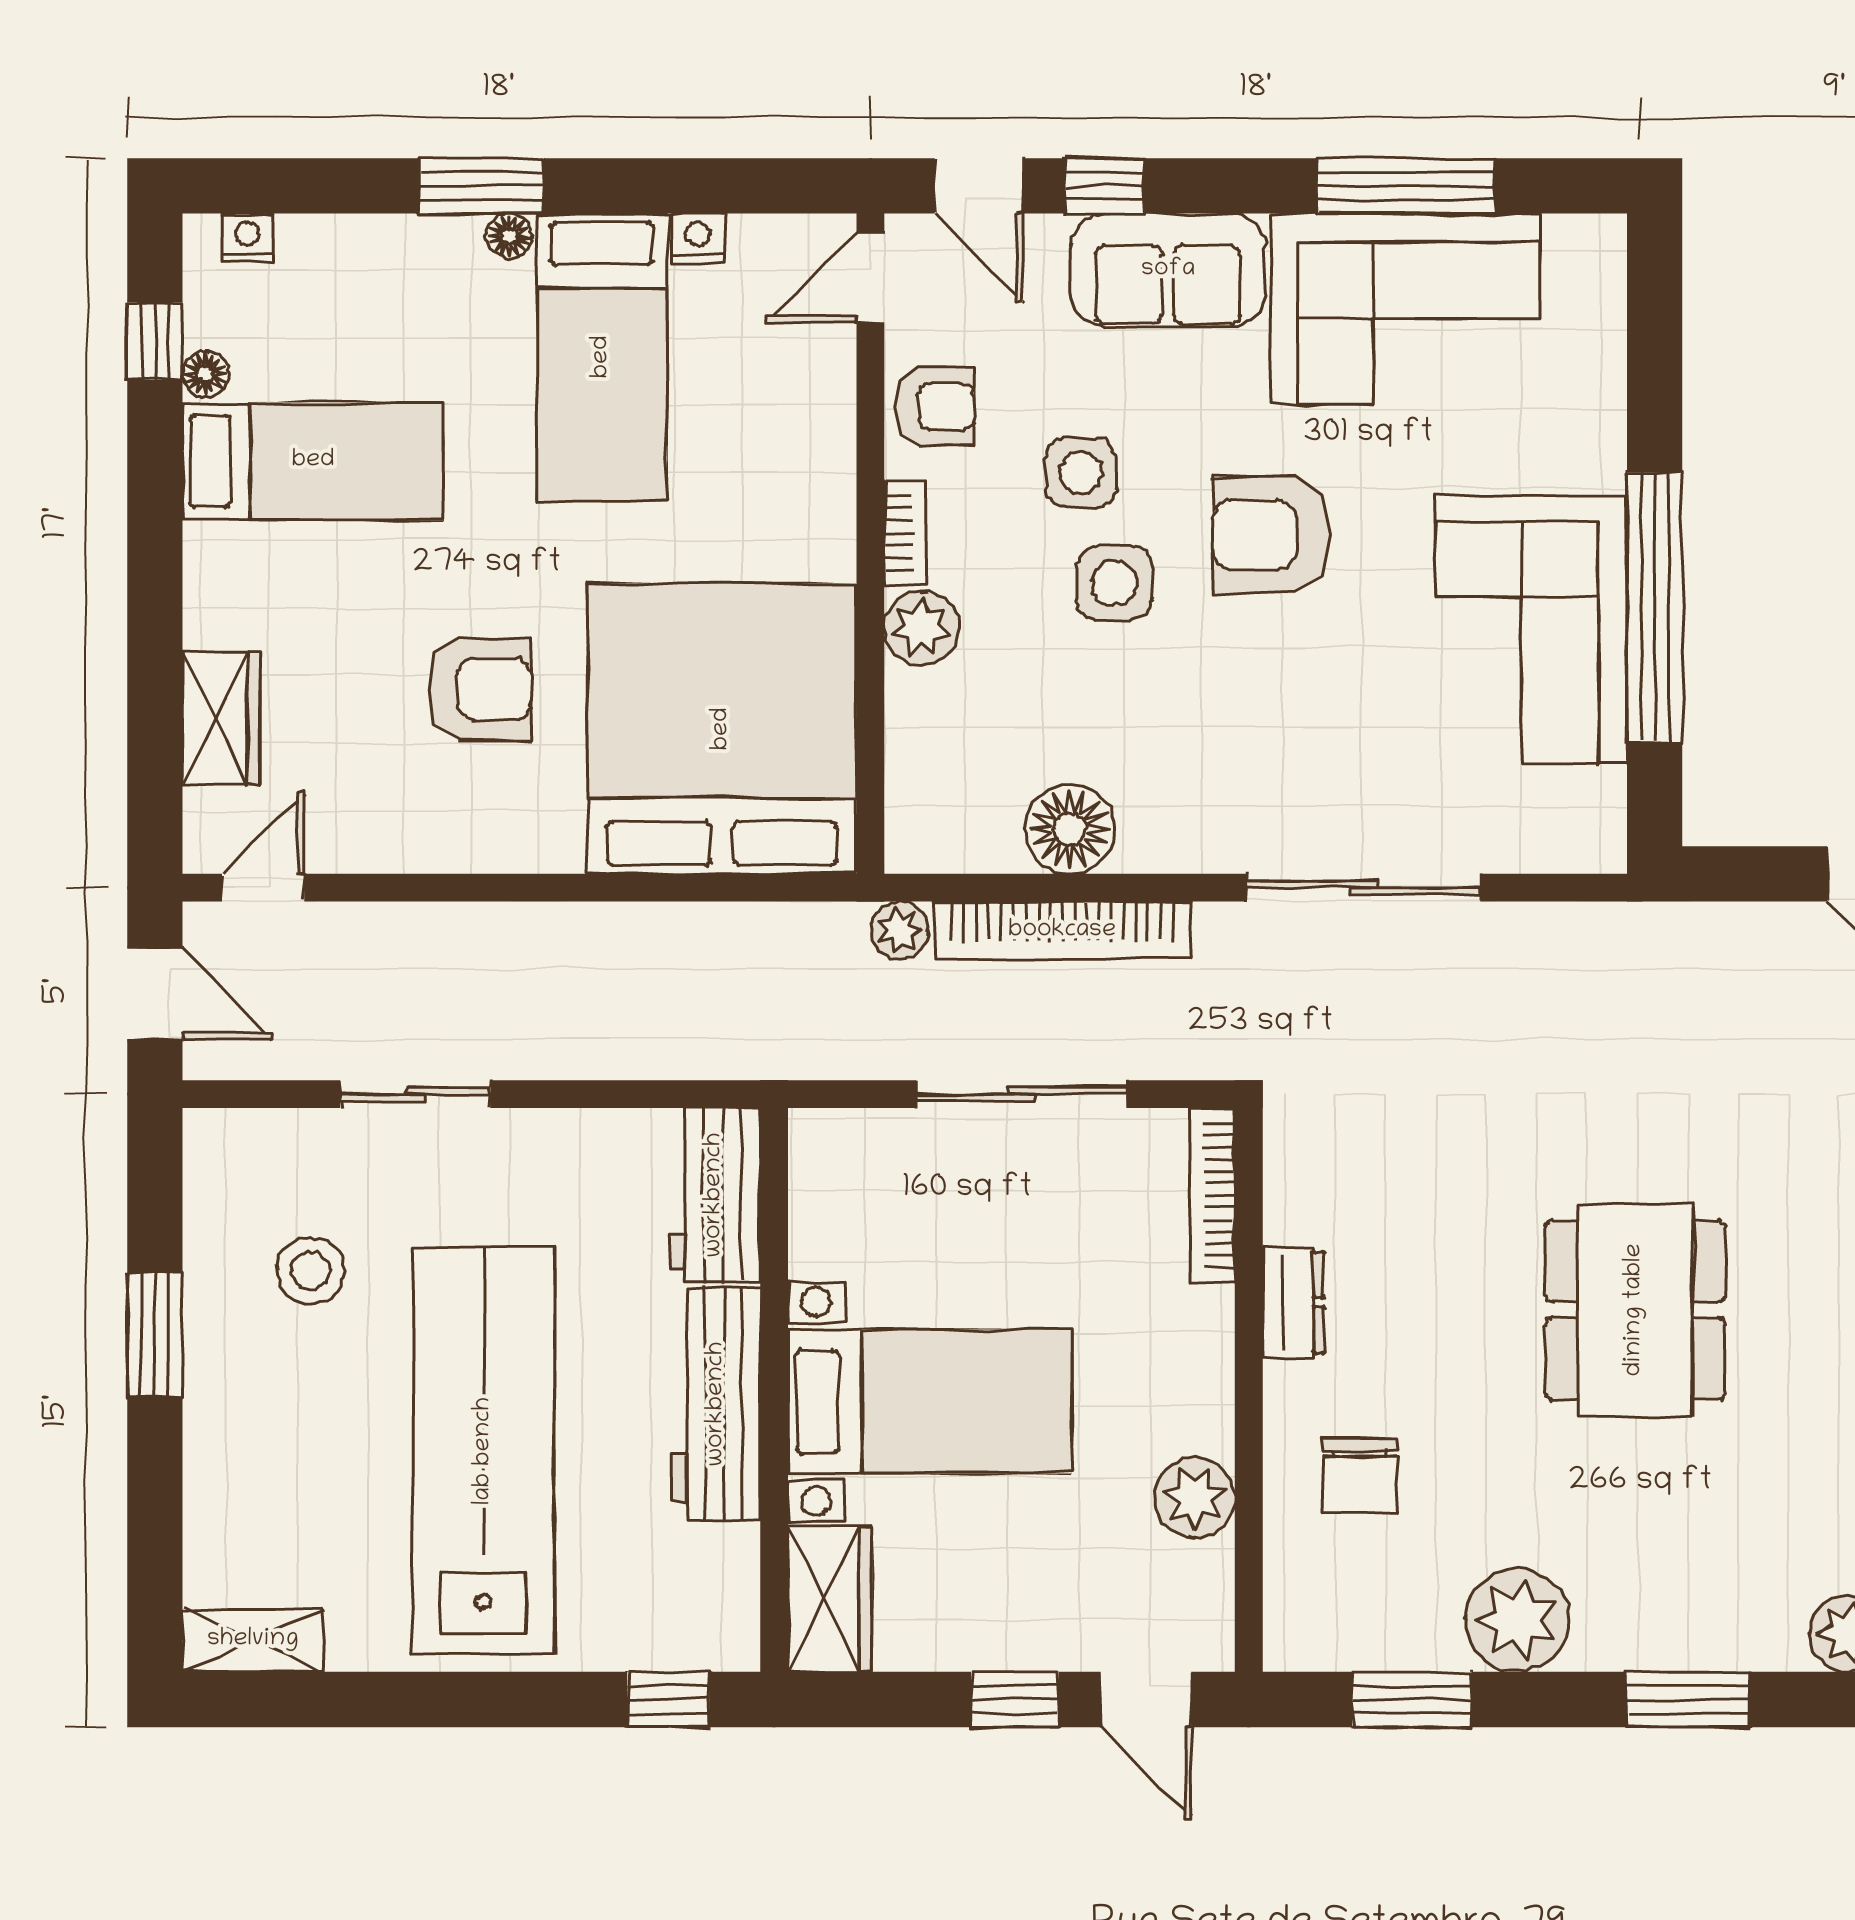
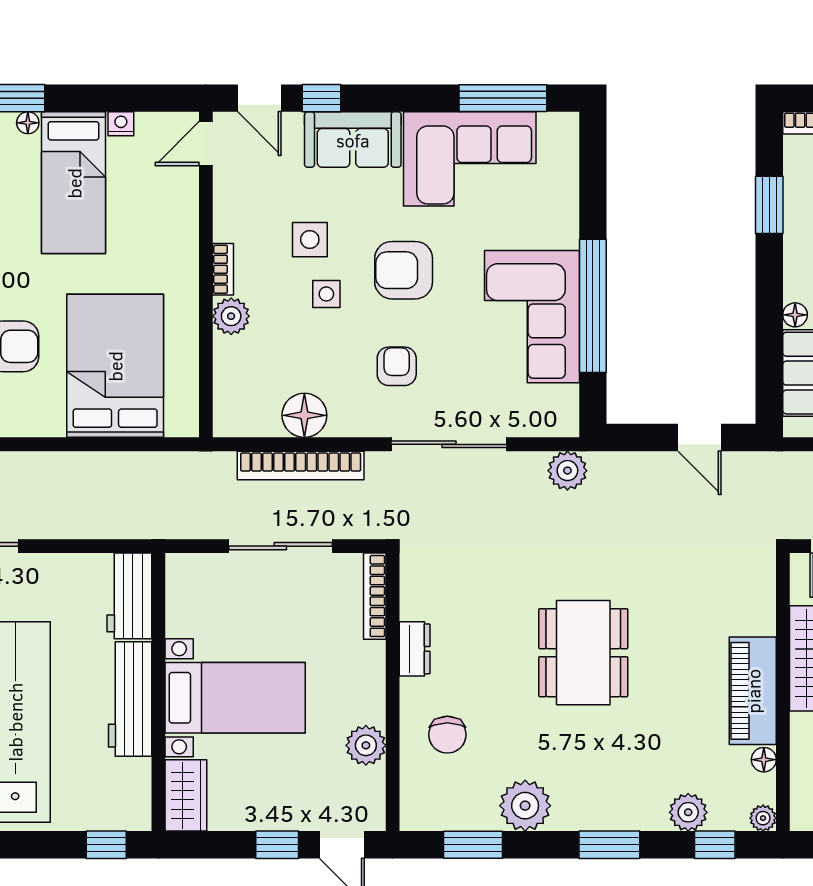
window: (1406, 186) -> (503, 98), moved
armchair: (935, 407) -> (397, 366), moved, turned -90
side table: (1114, 583) -> (326, 294), width x0.73, depth x0.73
bed: (722, 729) -> (115, 366), width x0.73
plant: (900, 930) -> (567, 471), moved, width x1.38, depth x1.38

